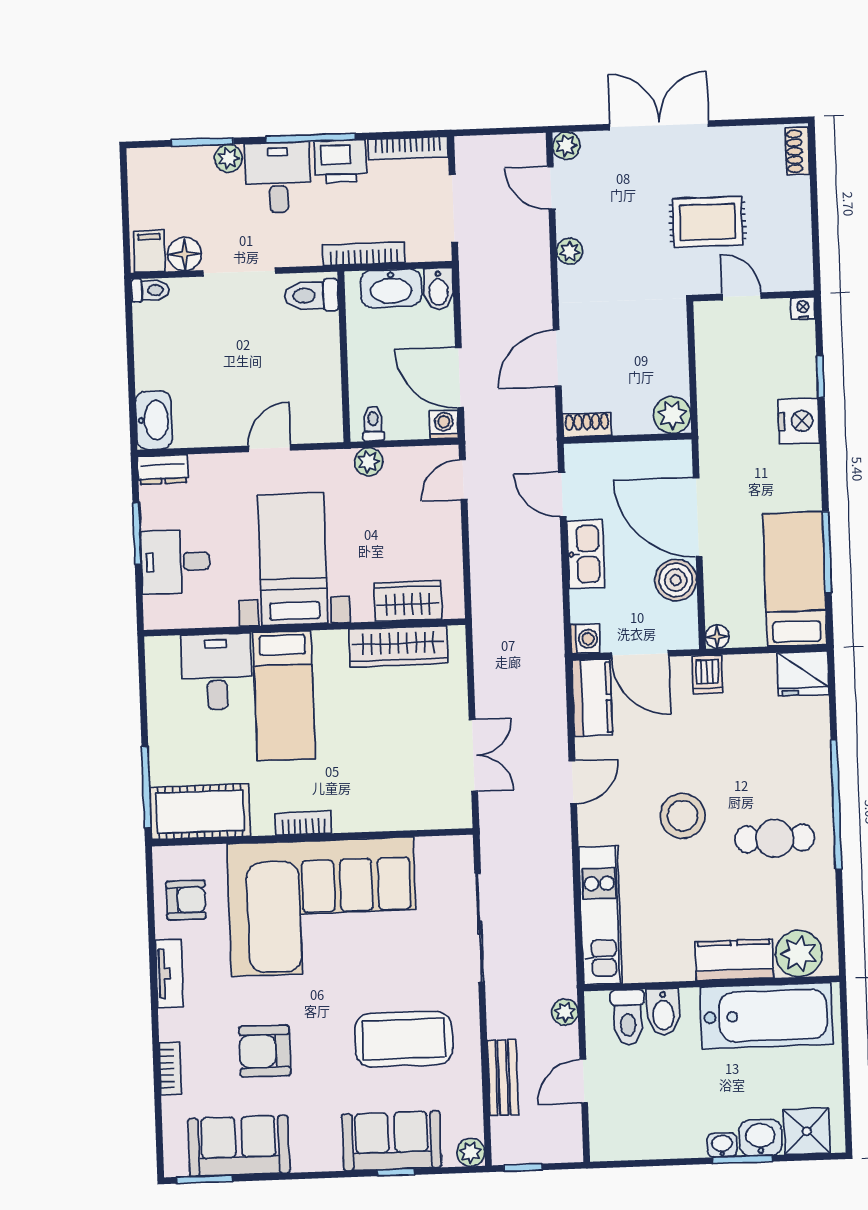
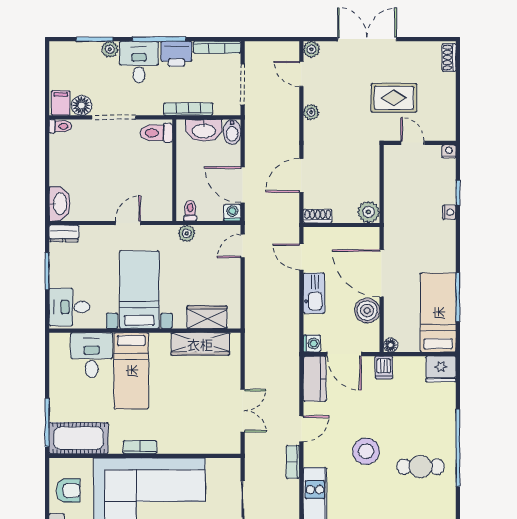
nightstand: (799, 421) -> (449, 212), width x0.53, depth x0.56
desk: (175, 562) -> (69, 307), moved
bookcase: (560, 838) -> (293, 462), added

